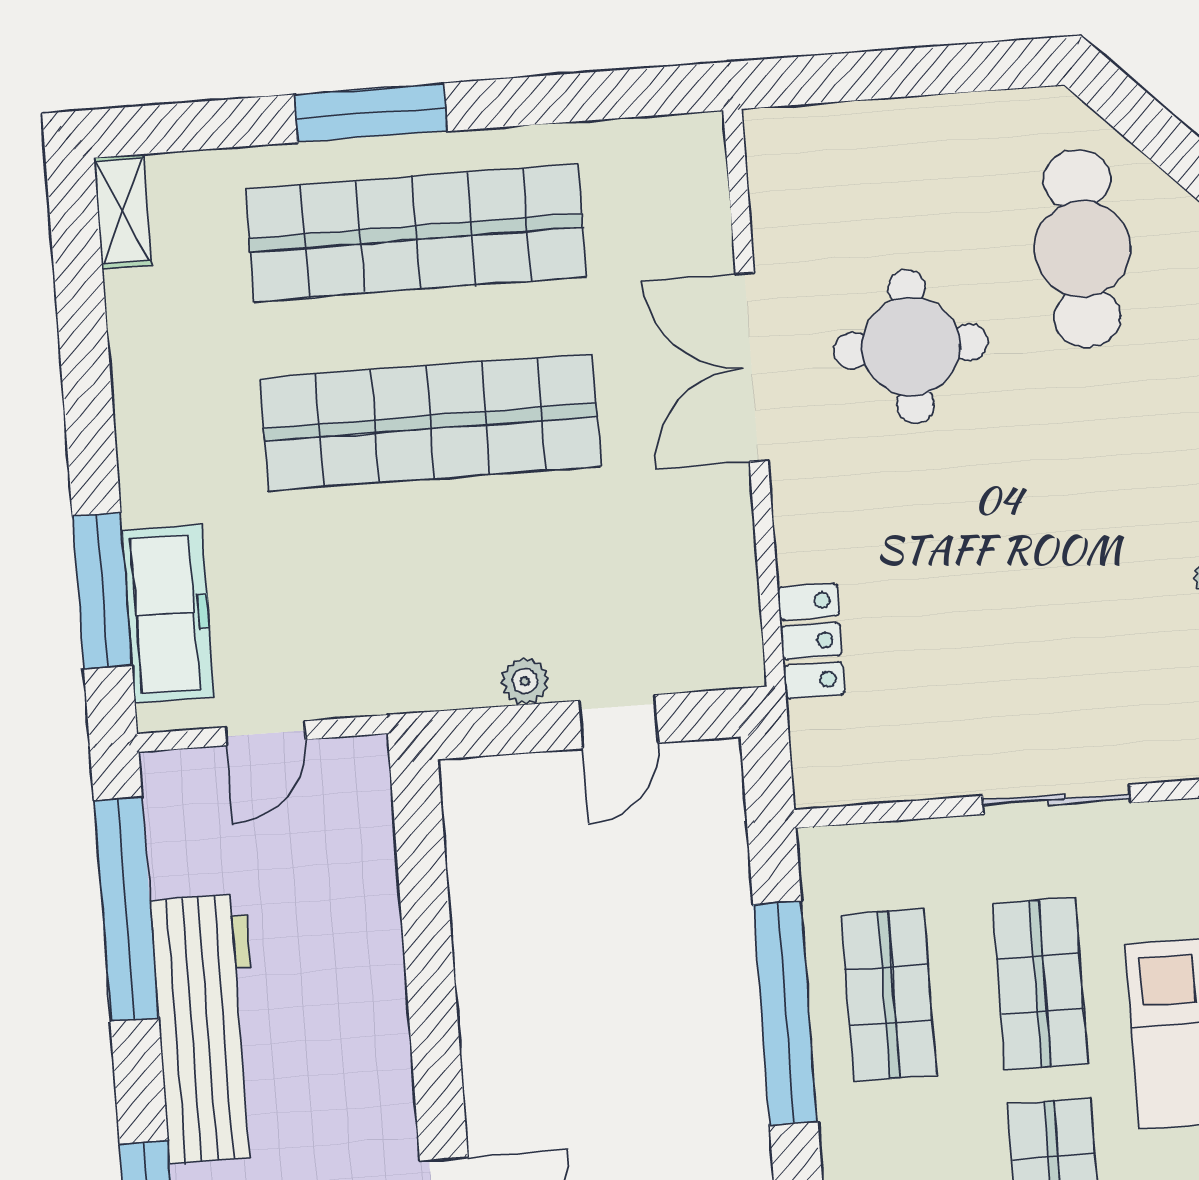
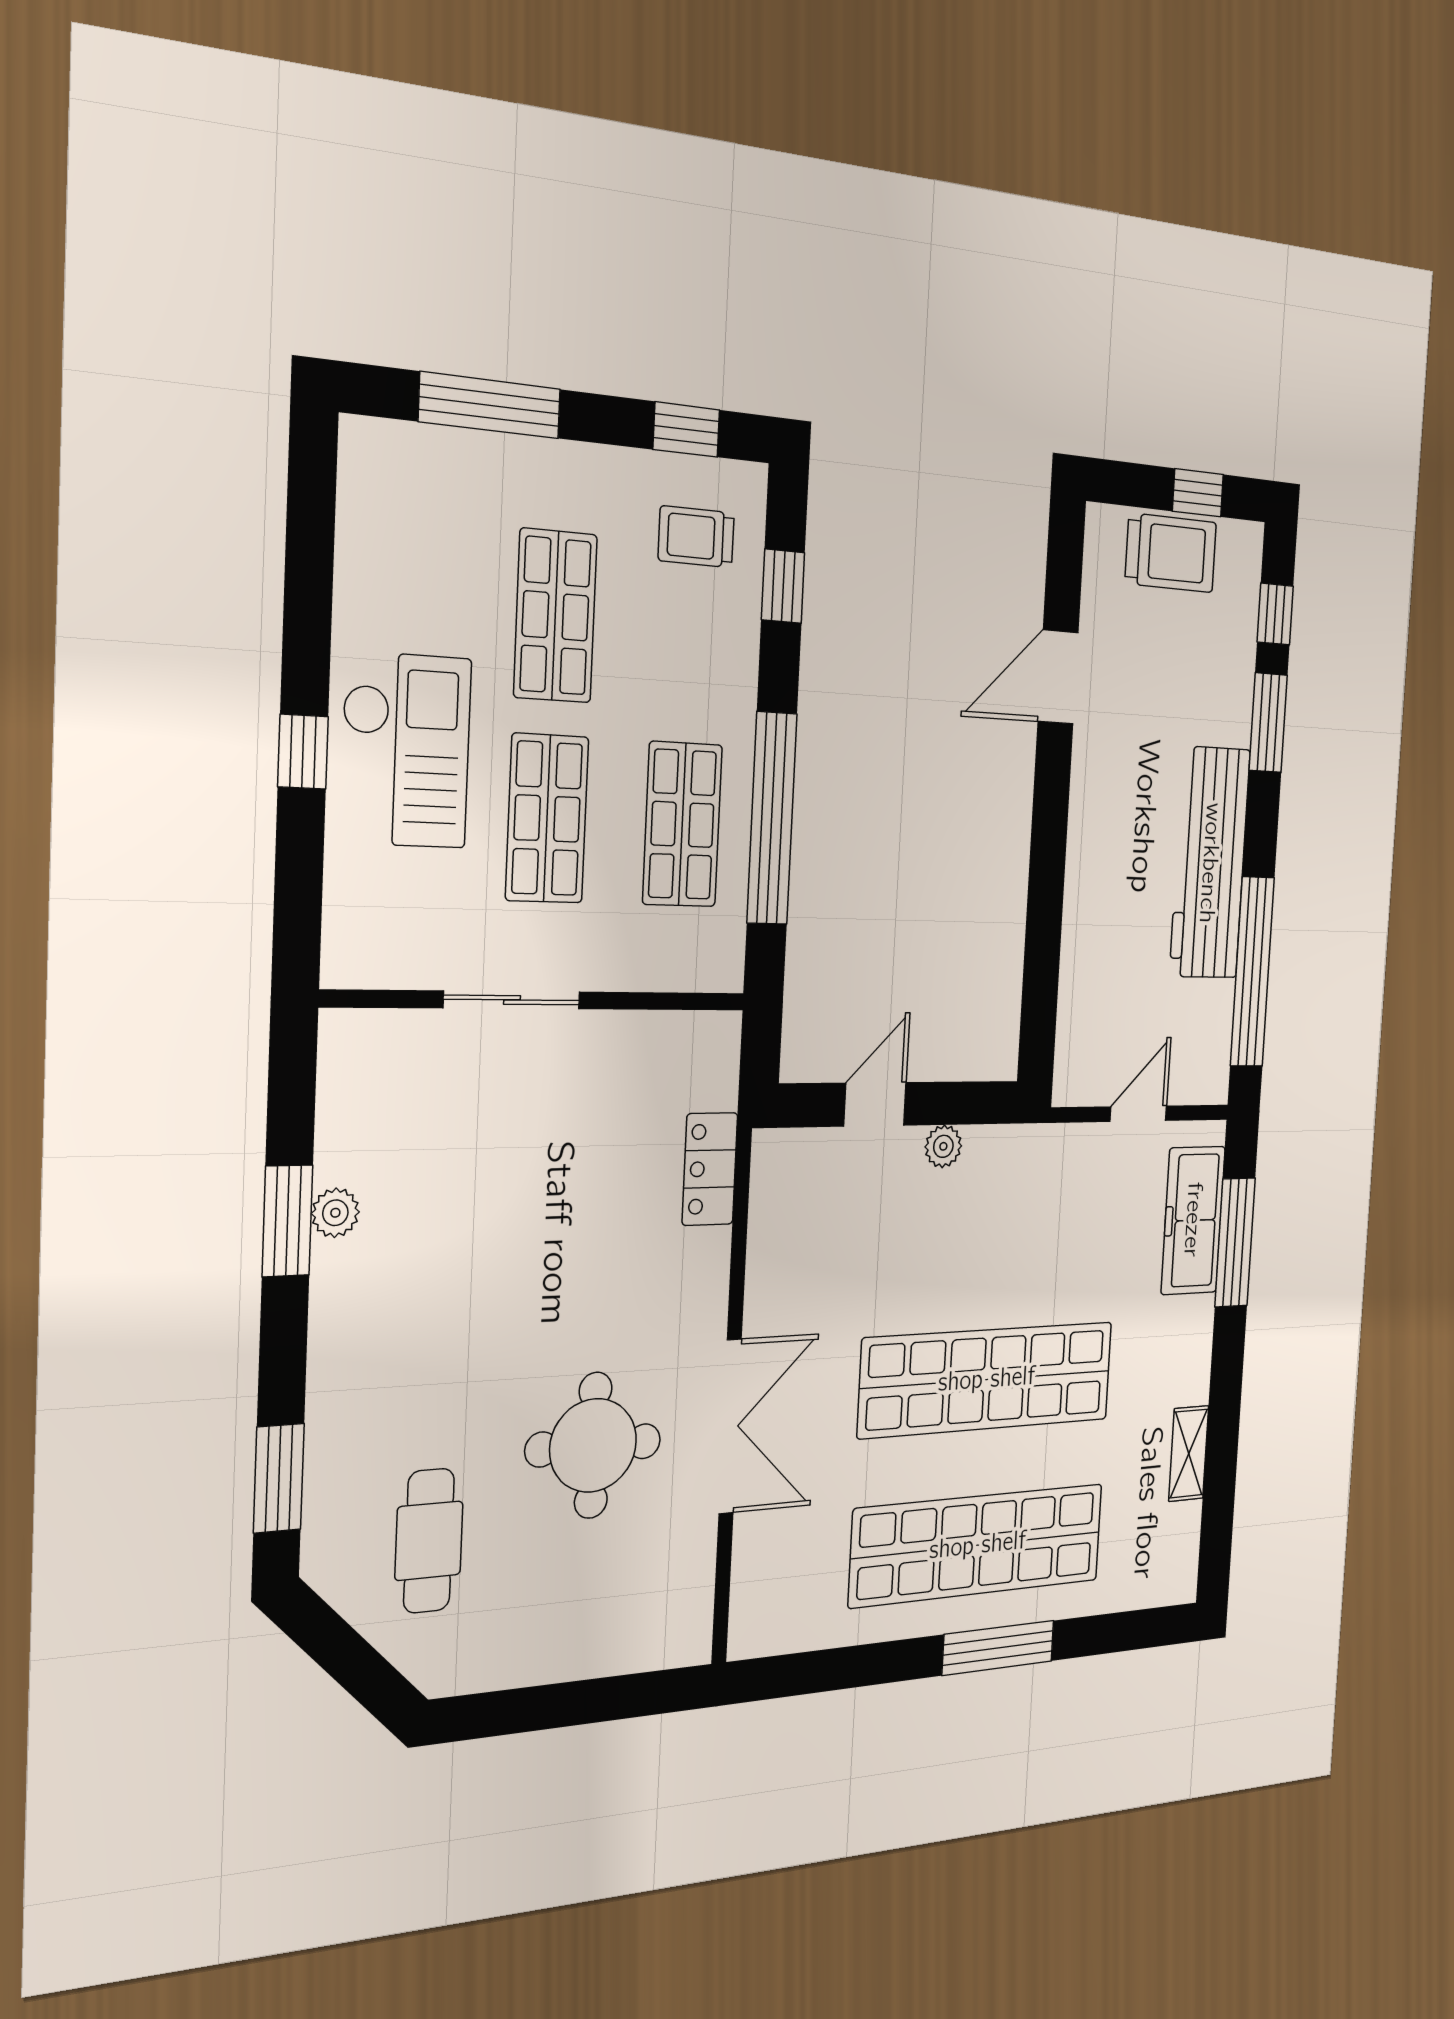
shelving: (123, 211) -> (1189, 1453), moved
cafe table: (1082, 249) -> (429, 1541), width x0.73, depth x0.74

